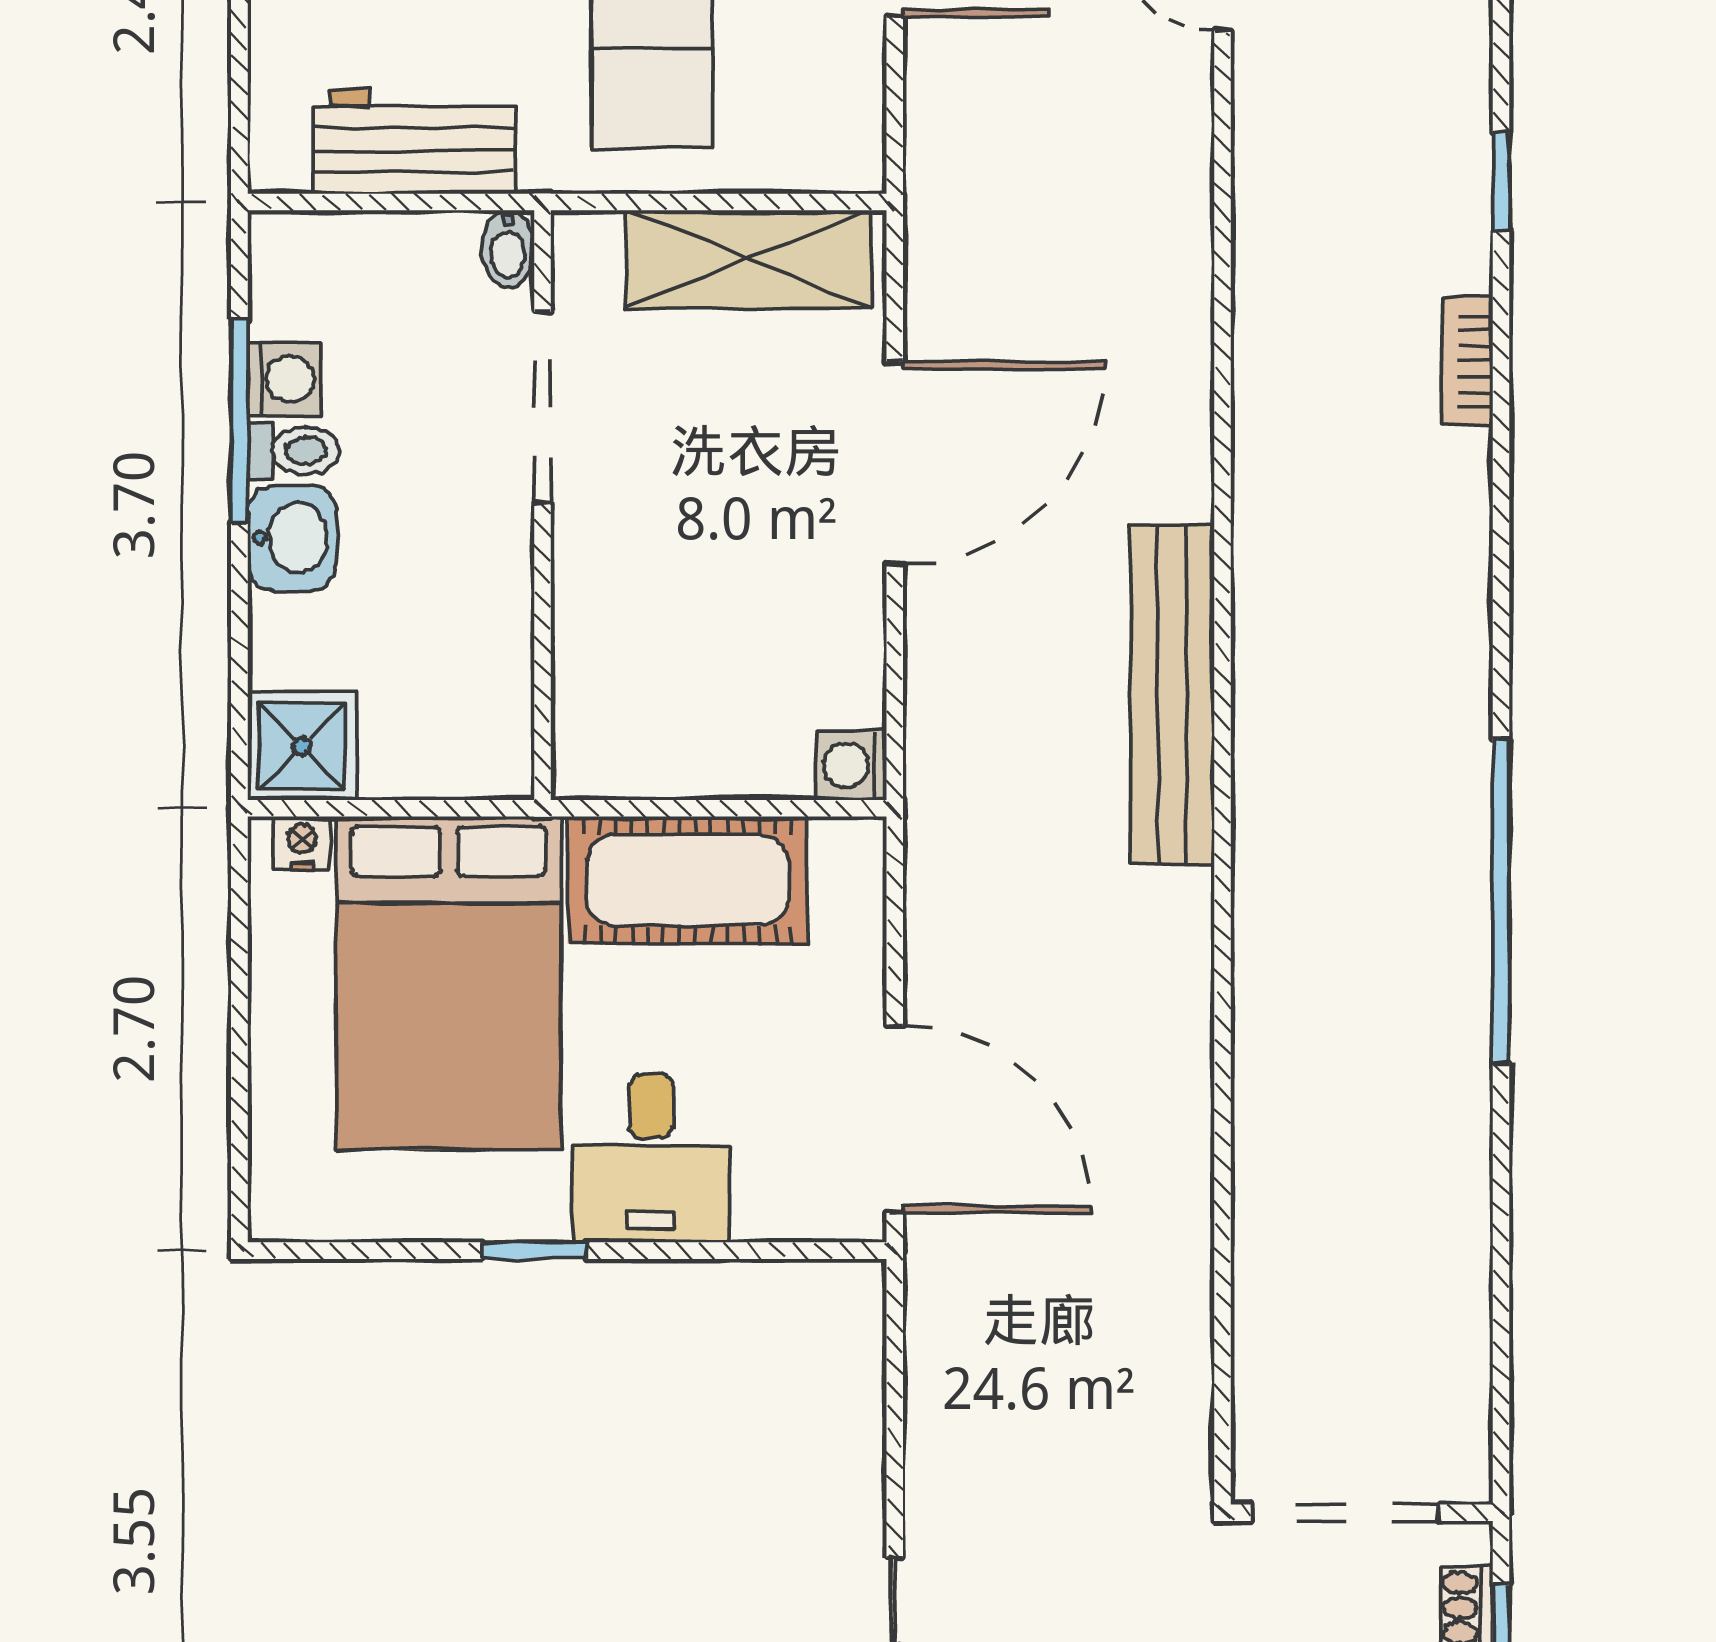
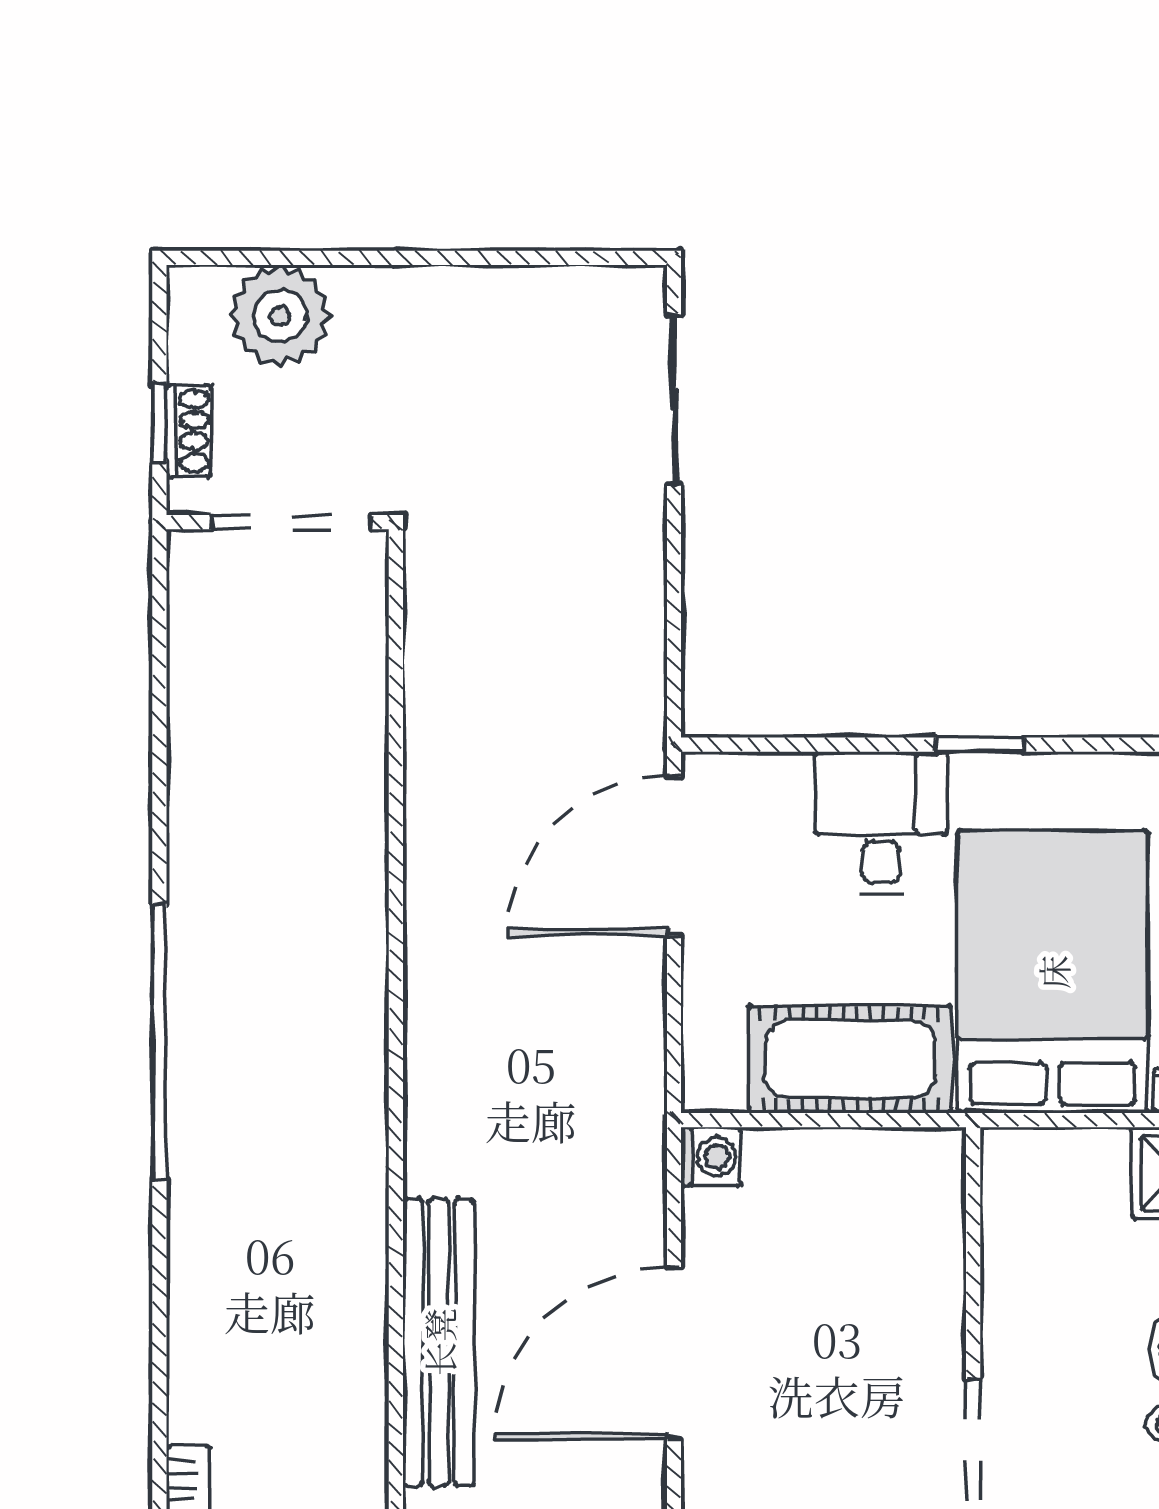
door: (895, 463) -> (674, 1353), moved
bench: (1172, 695) -> (439, 1342), moved
door: (895, 1119) -> (674, 856), hinge flipped

